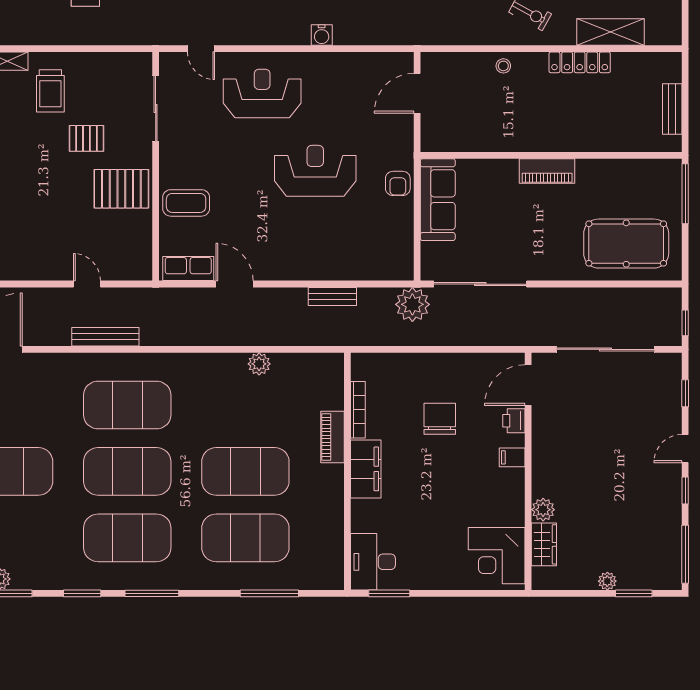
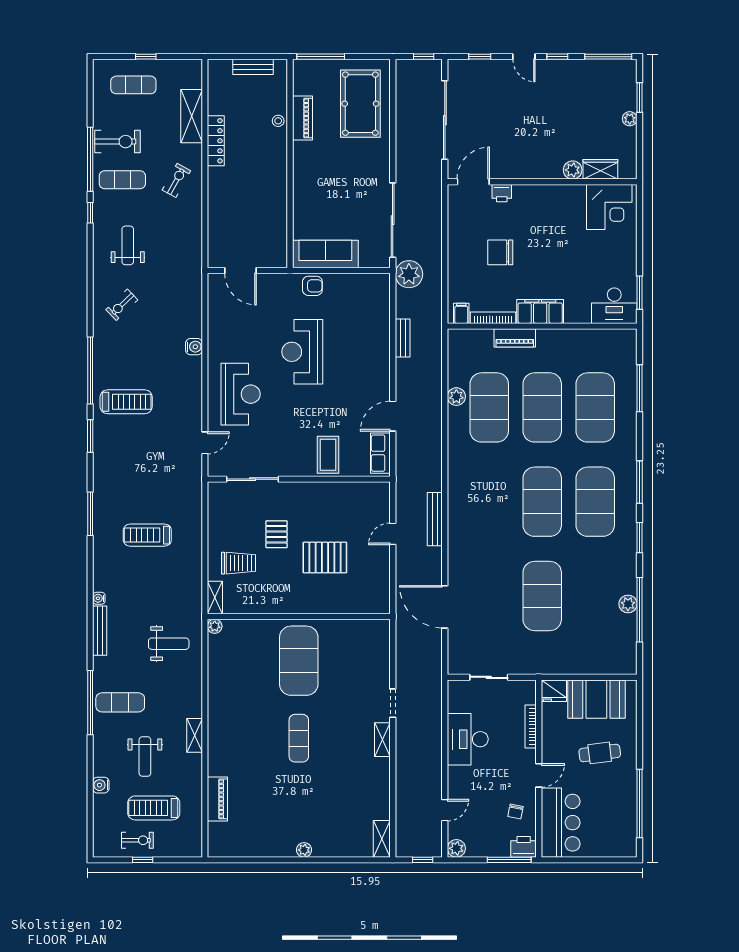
stool: (503, 66) -> (278, 121), moved
reception desk: (262, 93) -> (241, 394), turned 180
piano: (547, 171) -> (303, 118), moved
pallet: (121, 189) -> (325, 558), moved, turned 90
door: (528, 385) -> (473, 182), swing flipped
exercise mat: (127, 405) -> (489, 407), moved
filing cabinet: (512, 457) -> (461, 313), moved, turned 180

